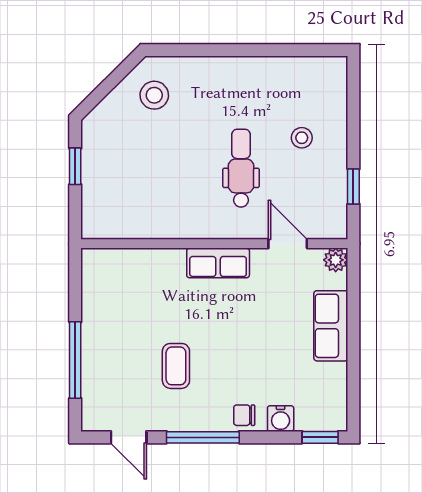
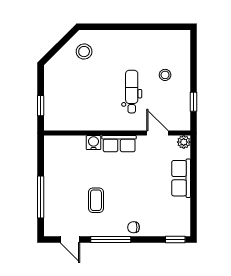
window: (75, 166) -> (41, 106), moved
water cooler: (281, 419) -> (94, 143), moved, turned 180

